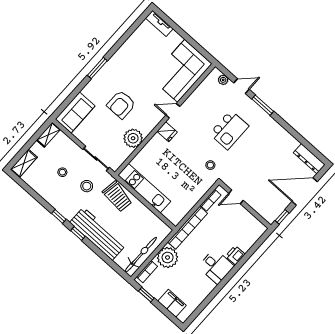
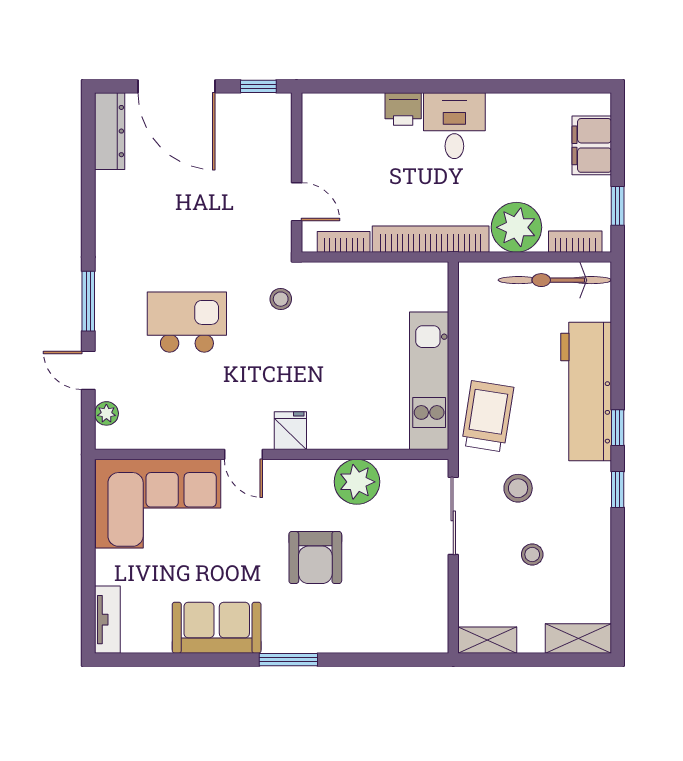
armchair: (121, 105) -> (315, 557), turned 90
sofa: (75, 113) -> (217, 628), moved

